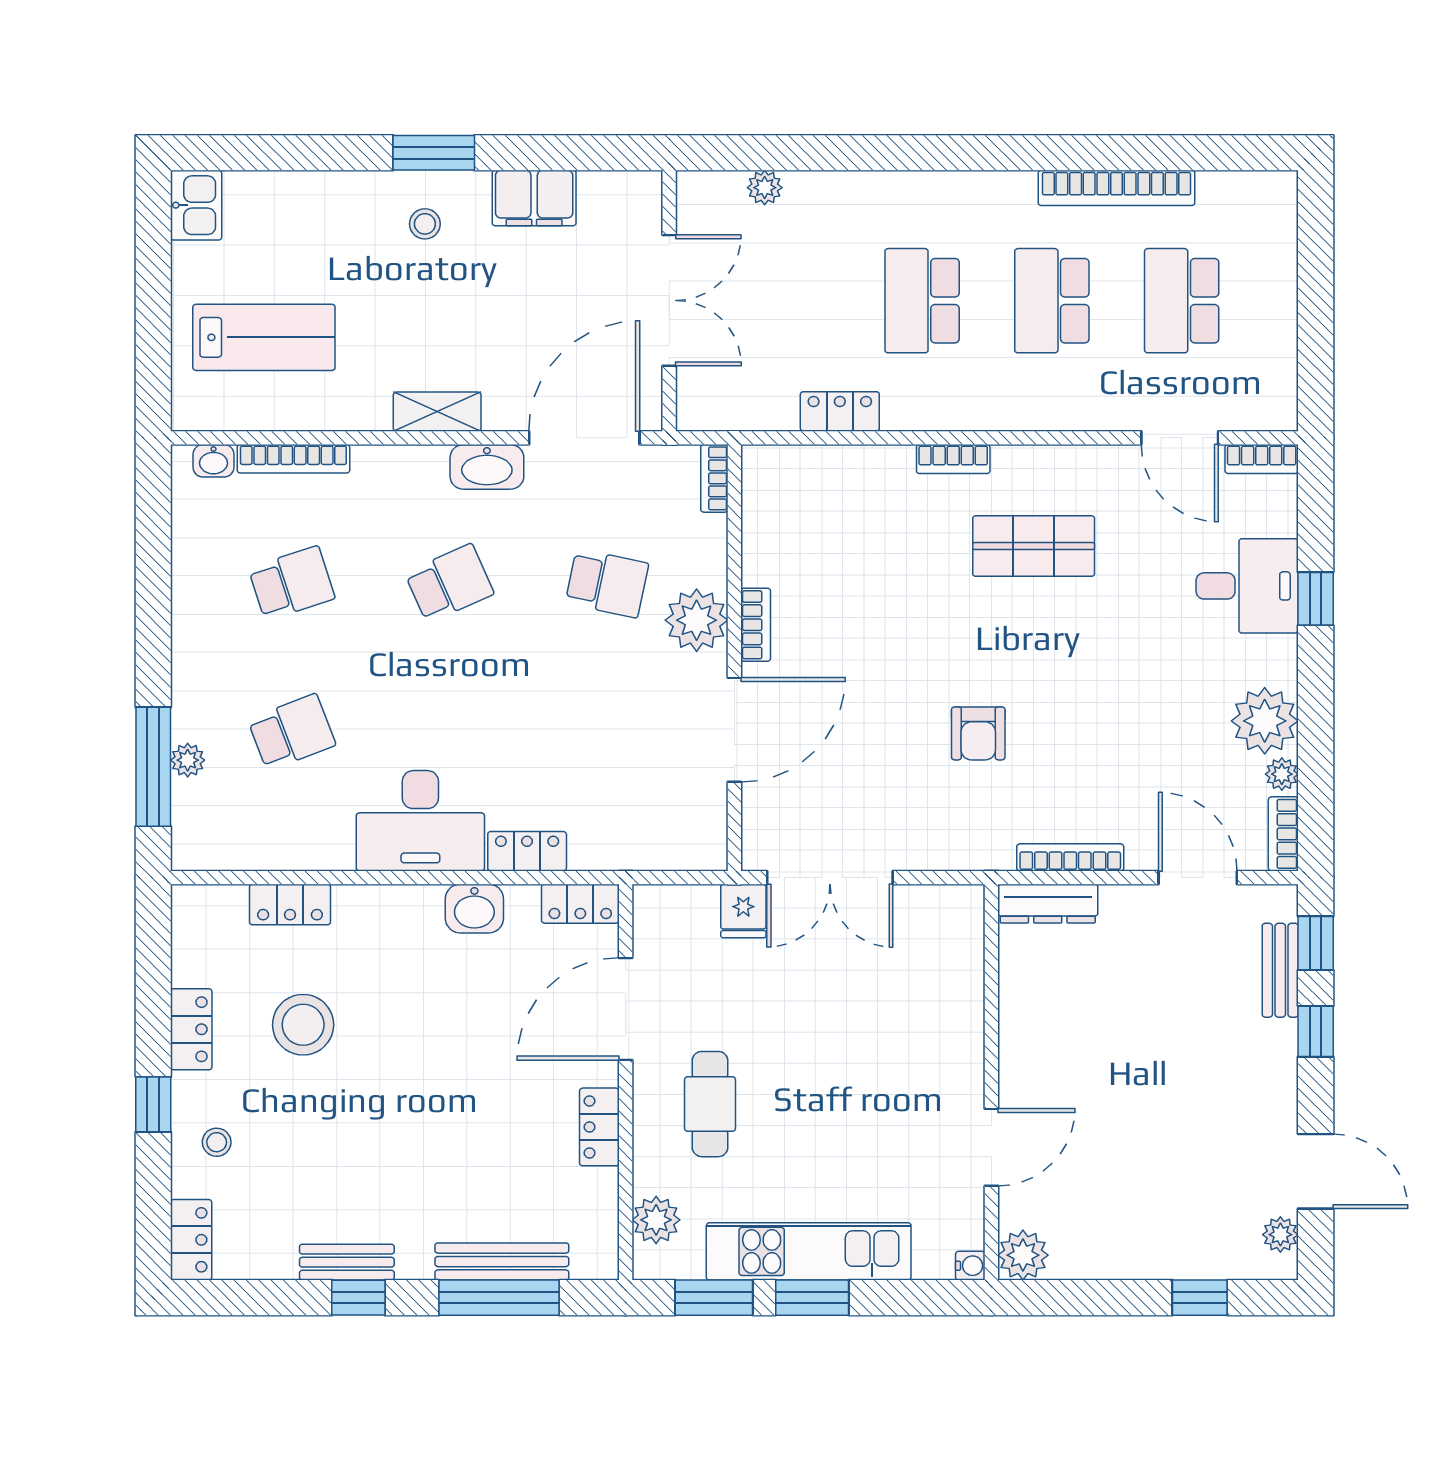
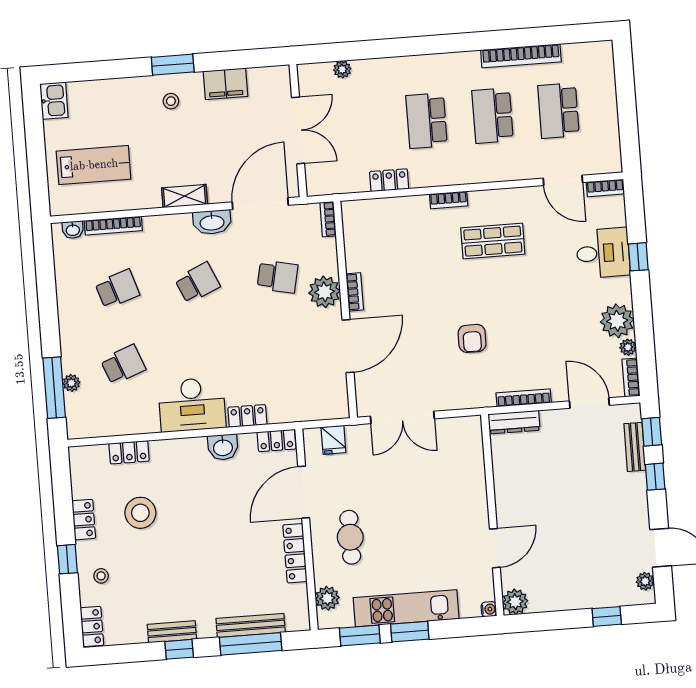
fridge: (743, 911) -> (333, 440), moved
locker: (599, 1127) -> (295, 553), width x1.53

